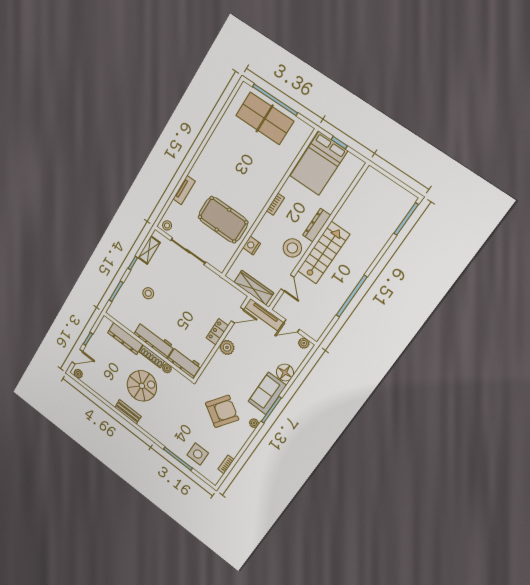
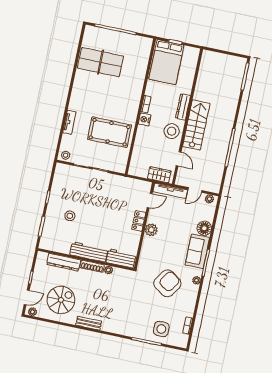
table tennis table: (265, 118) -> (101, 62), moved
nightstand: (252, 246) -> (145, 119), moved
shelving: (149, 250) -> (58, 181), removed
wardrobe: (254, 288) -> (159, 175), width x0.67
spiral stairs: (142, 386) -> (61, 300), moved

